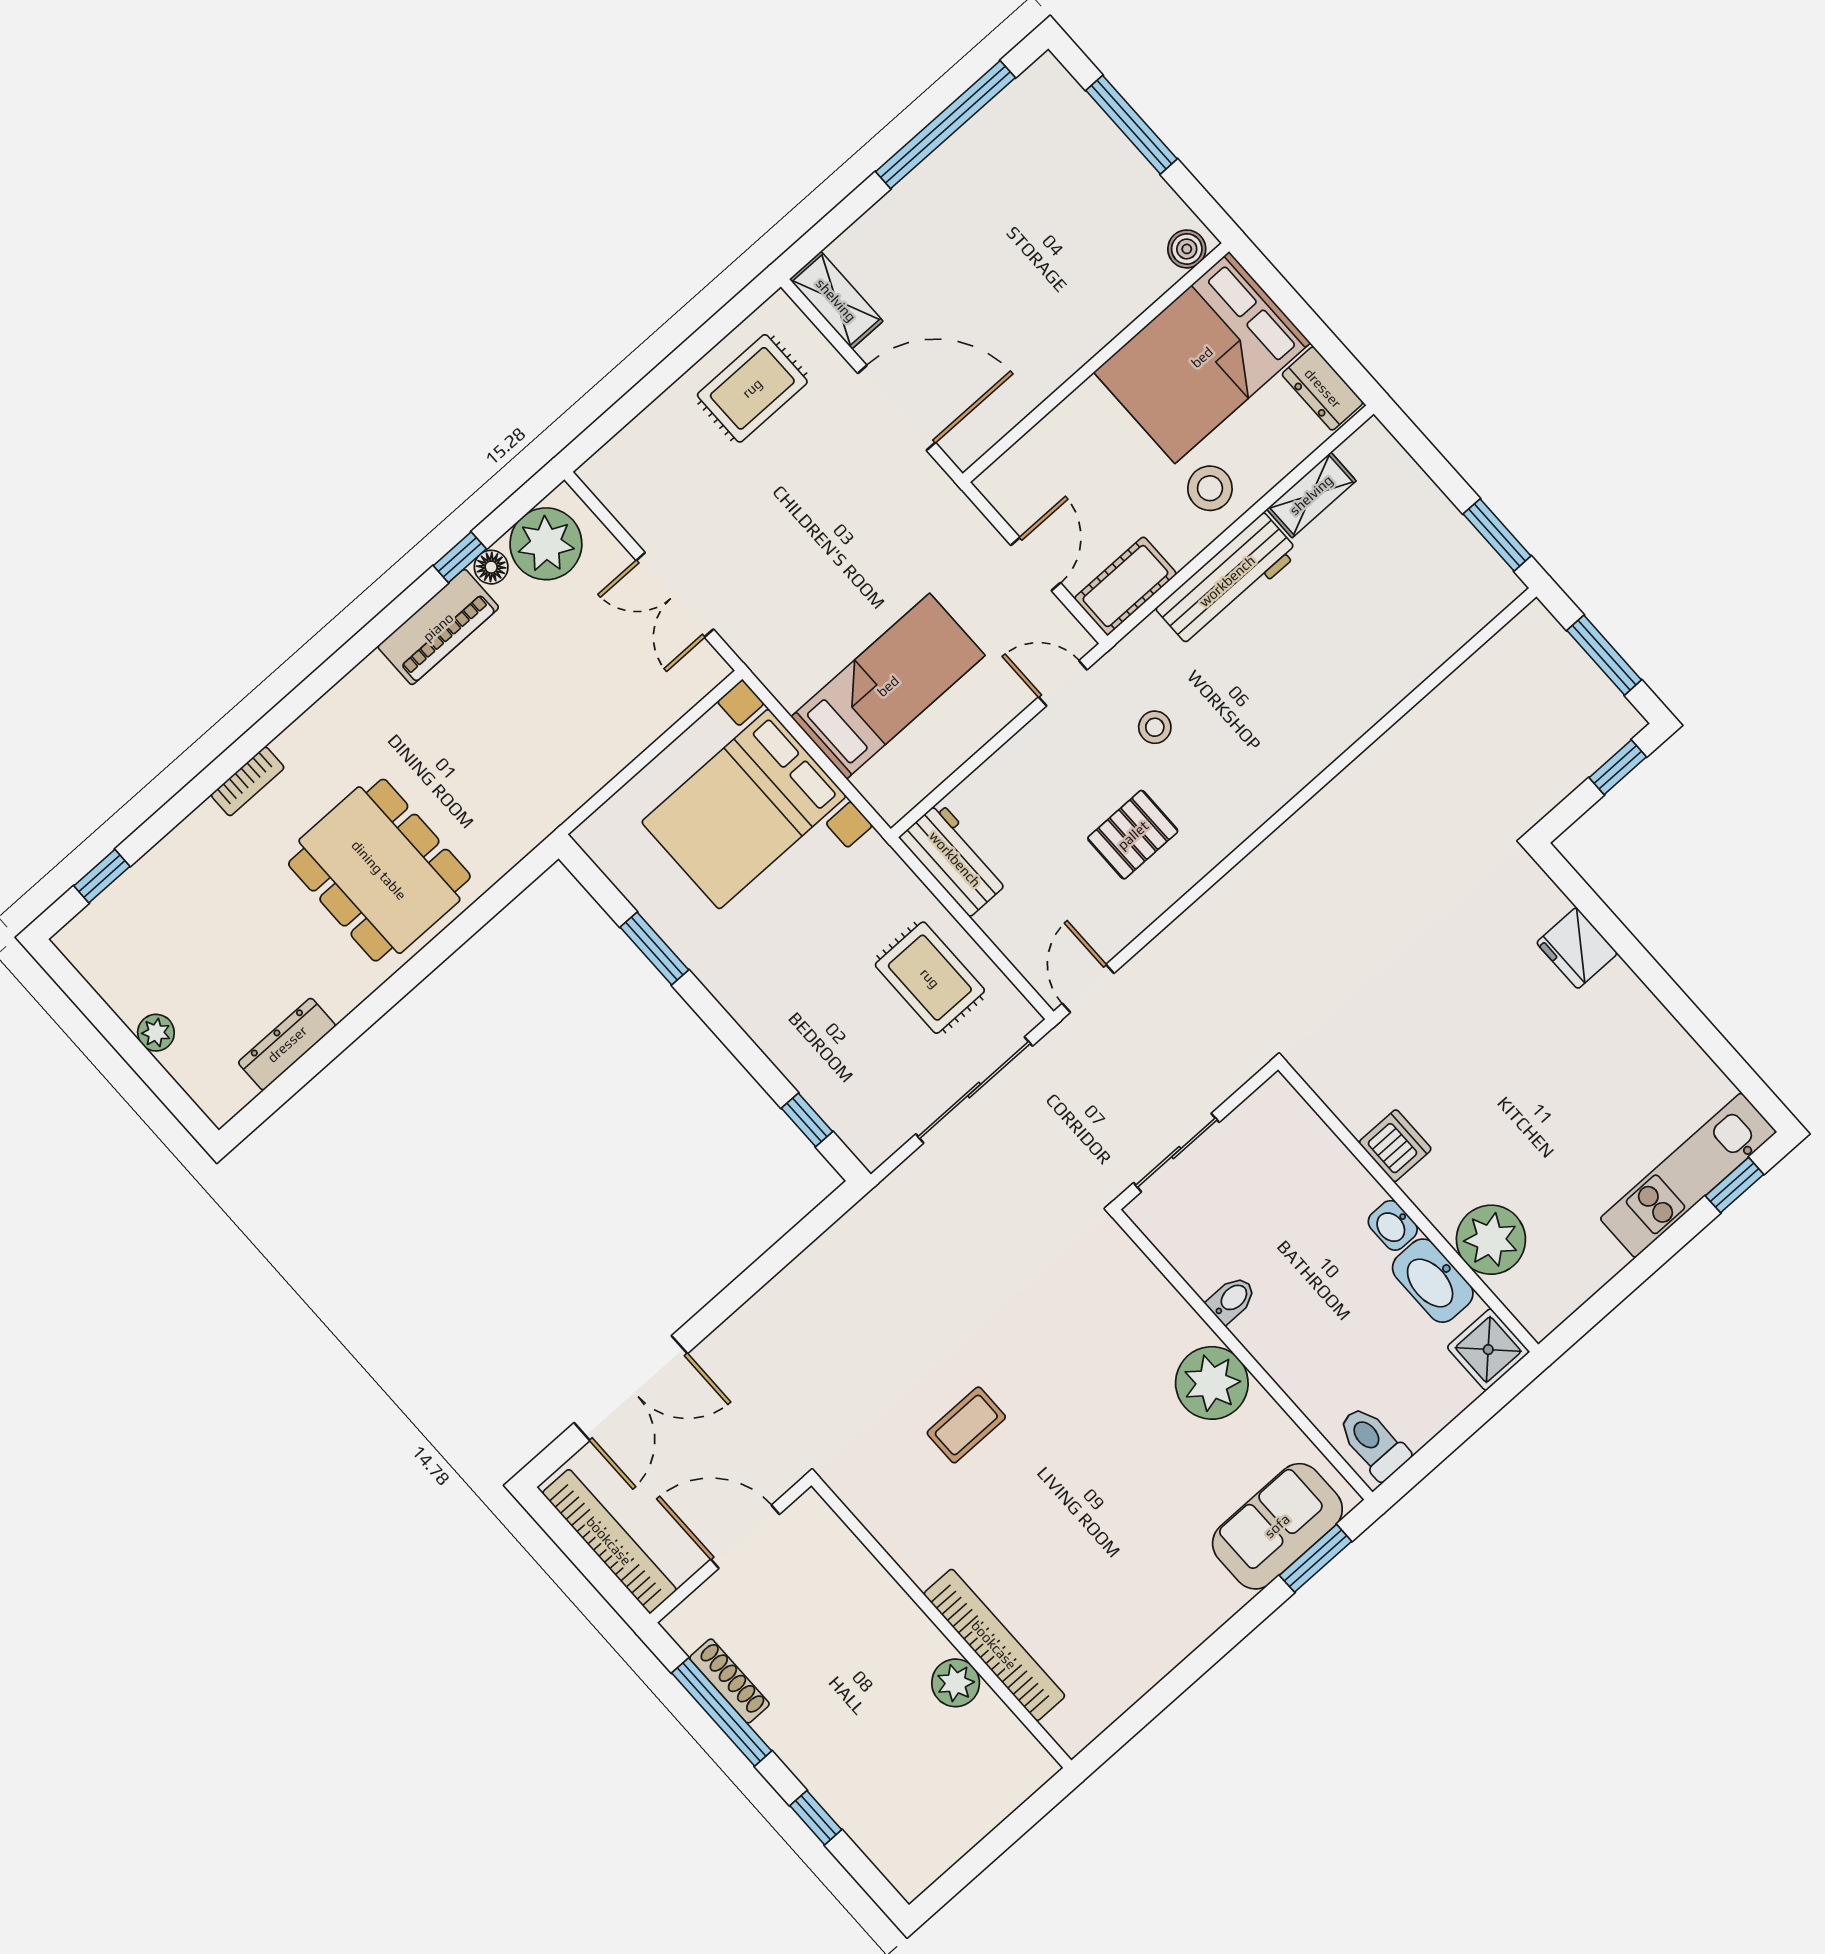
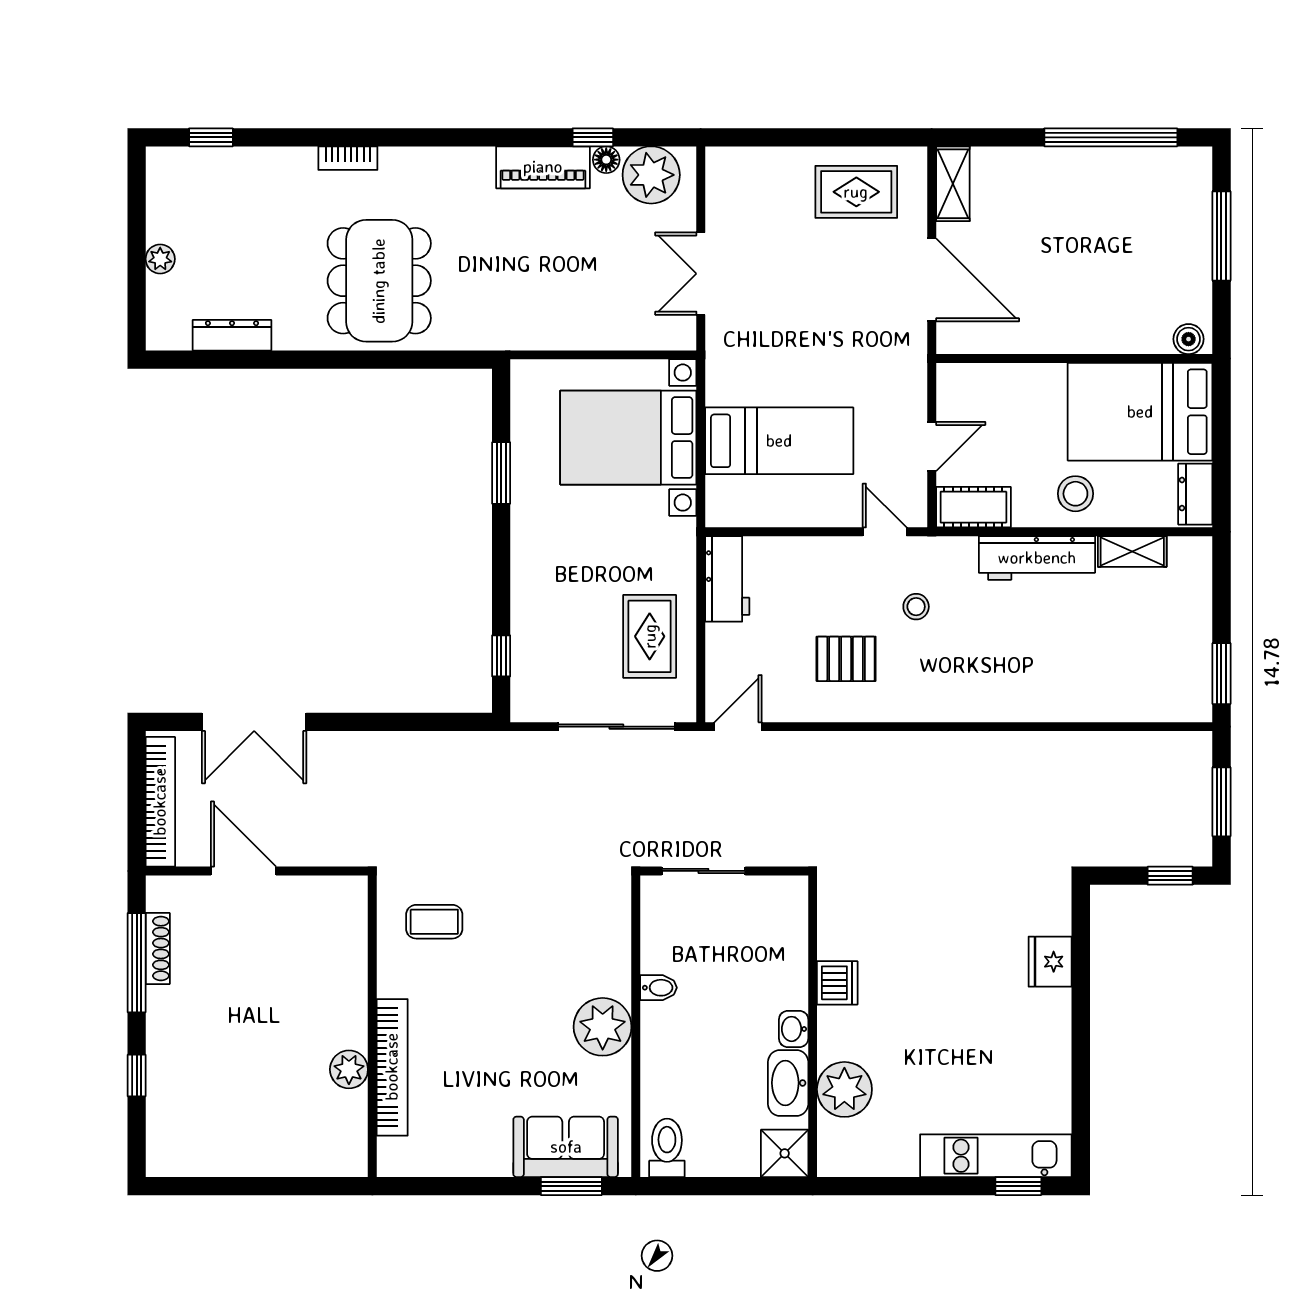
wall: (941, 1623) -> (372, 1026), moved
bookcase: (994, 1645) -> (392, 1067), moved
plant: (956, 1683) -> (349, 1069), moved

